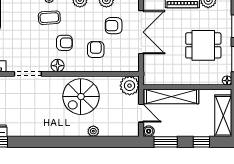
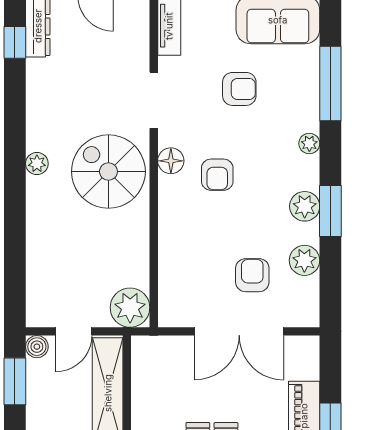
coffee table: (49, 18) -> (269, 144), removed
armchair: (96, 50) -> (239, 89), moved
spiral stairs: (81, 97) -> (108, 172), moved
plant: (93, 131) -> (37, 164), moved

